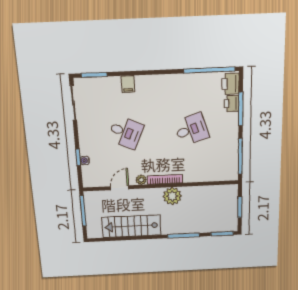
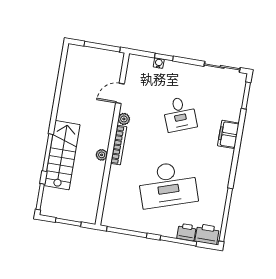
filing cabinet: (128, 84) -> (228, 134), width x2.00
desk: (192, 130) -> (168, 185), width x1.87, depth x1.30
desk: (126, 132) -> (180, 114), turned -45
door: (120, 188) -> (120, 93), swing flipped
plant: (172, 196) -> (102, 155), width x0.53, depth x0.53
stairs: (131, 226) -> (62, 155), moved

